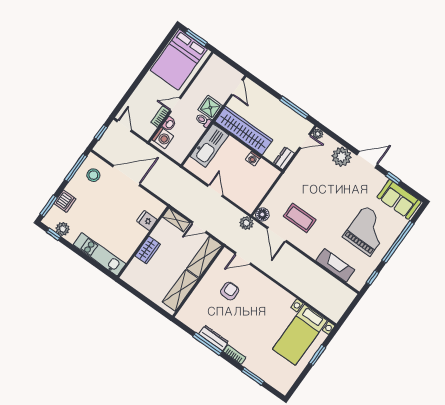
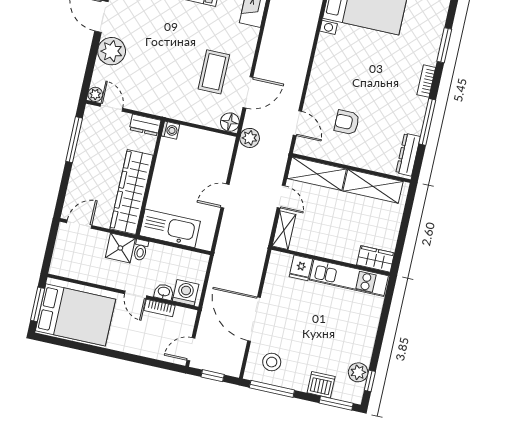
washing machine: (253, 159) -> (170, 130), moved
wardrobe: (148, 250) -> (376, 259), moved
kitchen unit: (99, 254) -> (349, 278), moved, turned -90
dresser: (214, 338) -> (408, 155), moved

